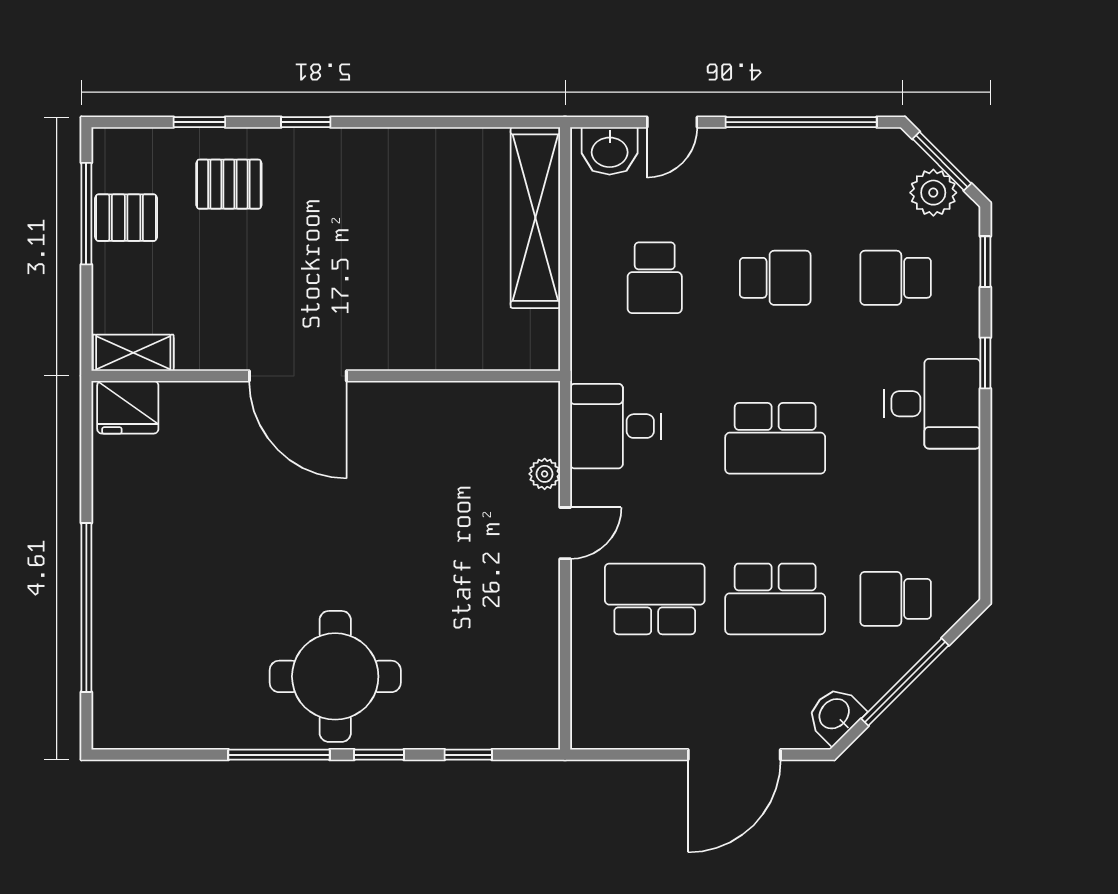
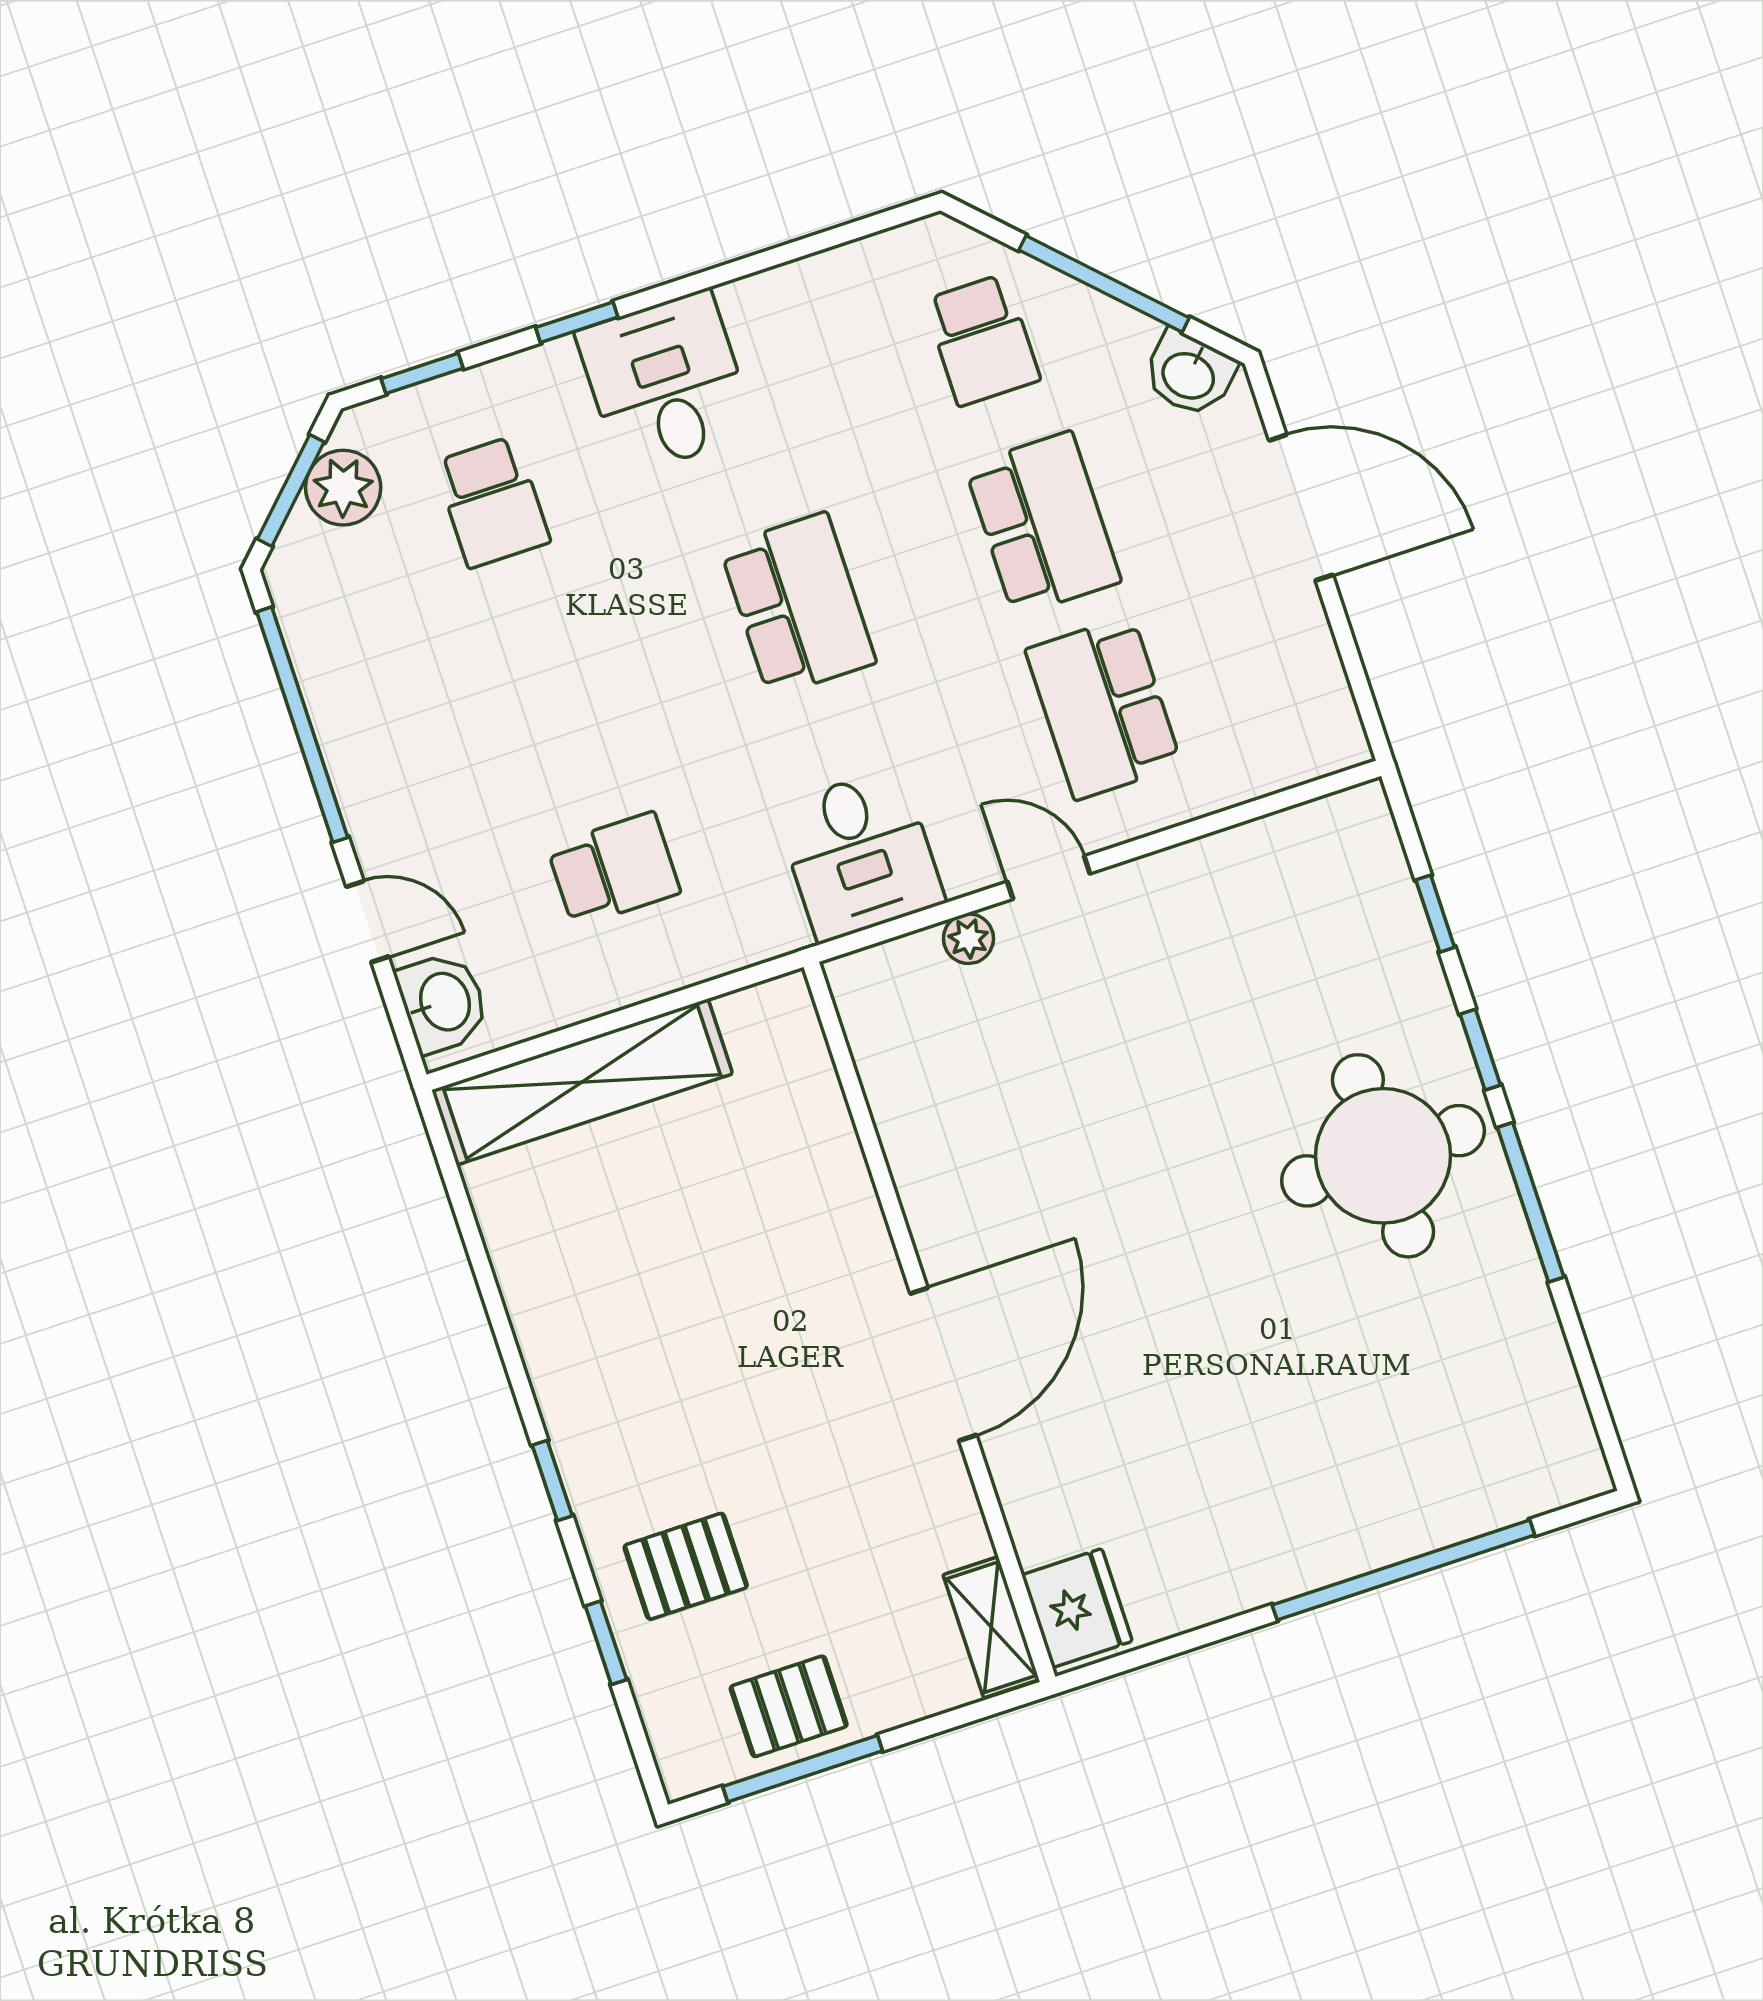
pallet: (229, 184) -> (686, 1566), turned 90
pallet: (126, 218) -> (789, 1706), turned 90
school desk: (775, 278) -> (553, 686), removed

